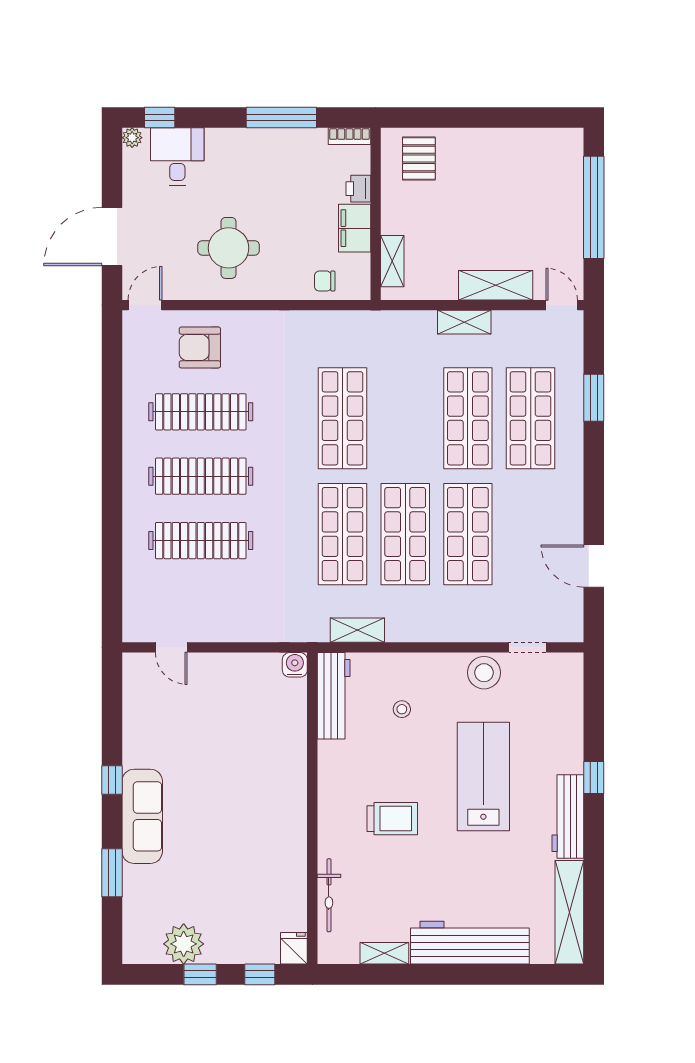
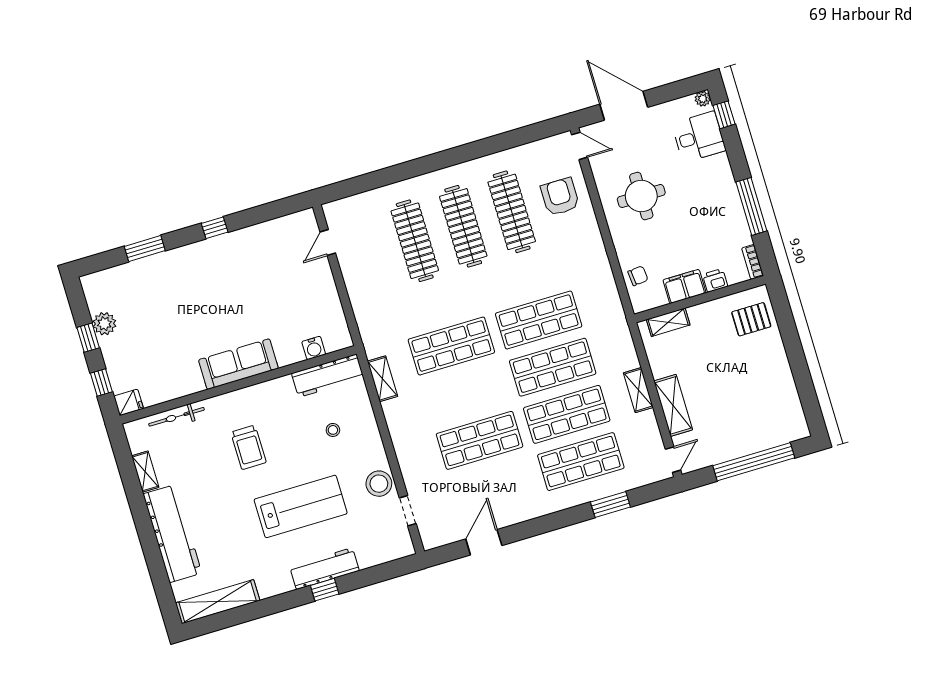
chair: (325, 281) -> (638, 276), turned 85
shop shelf: (405, 534) -> (553, 367), moved
water cooler: (295, 665) -> (314, 348), moved, turned 90
sofa: (142, 816) -> (238, 364), moved, turned 180
workbench: (568, 817) -> (324, 569), moved
plant: (184, 944) -> (104, 324), width x0.73, depth x0.73

